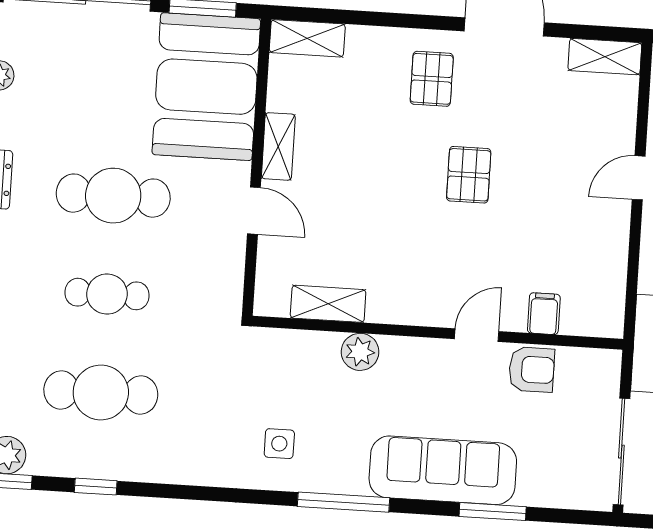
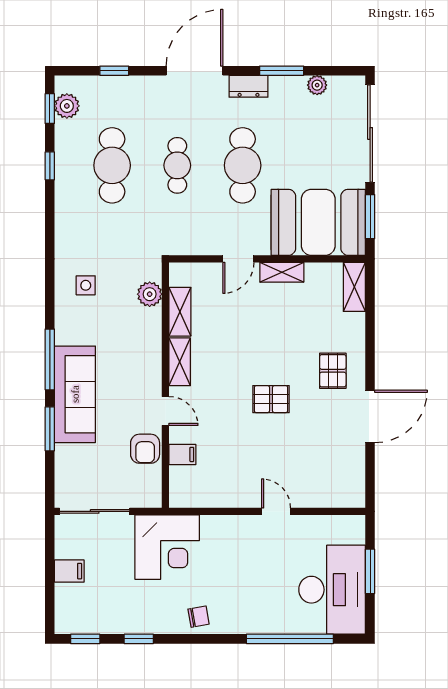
shelving: (605, 57) -> (180, 362), moved
pallet: (432, 79) -> (333, 371), turned 90
plant: (360, 352) -> (150, 294), moved
window: (344, 502) -> (50, 359), moved

